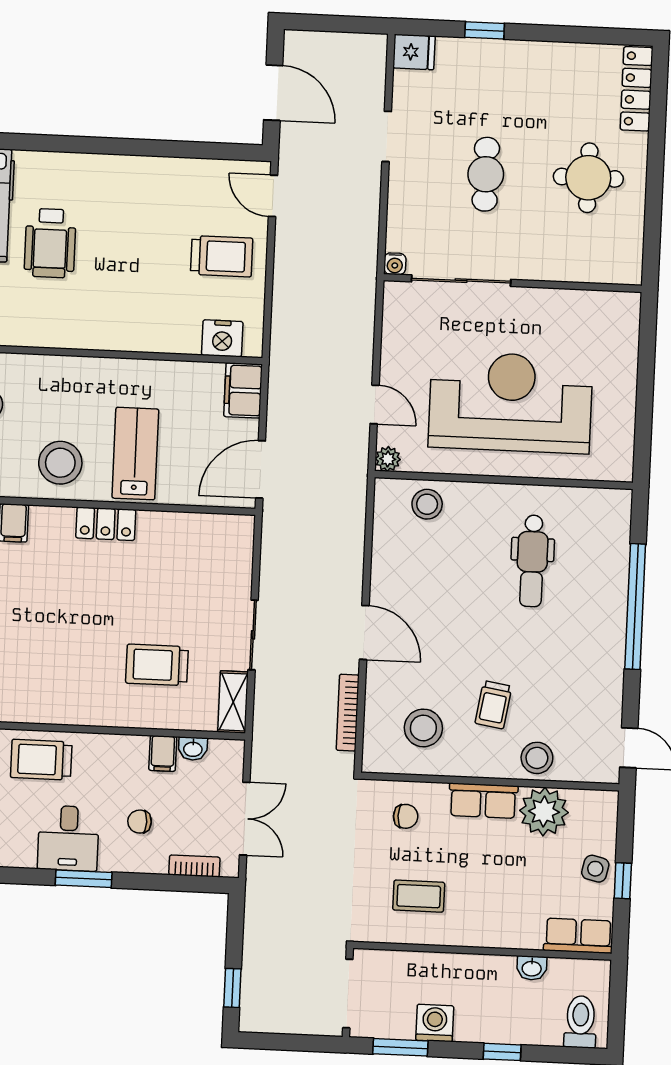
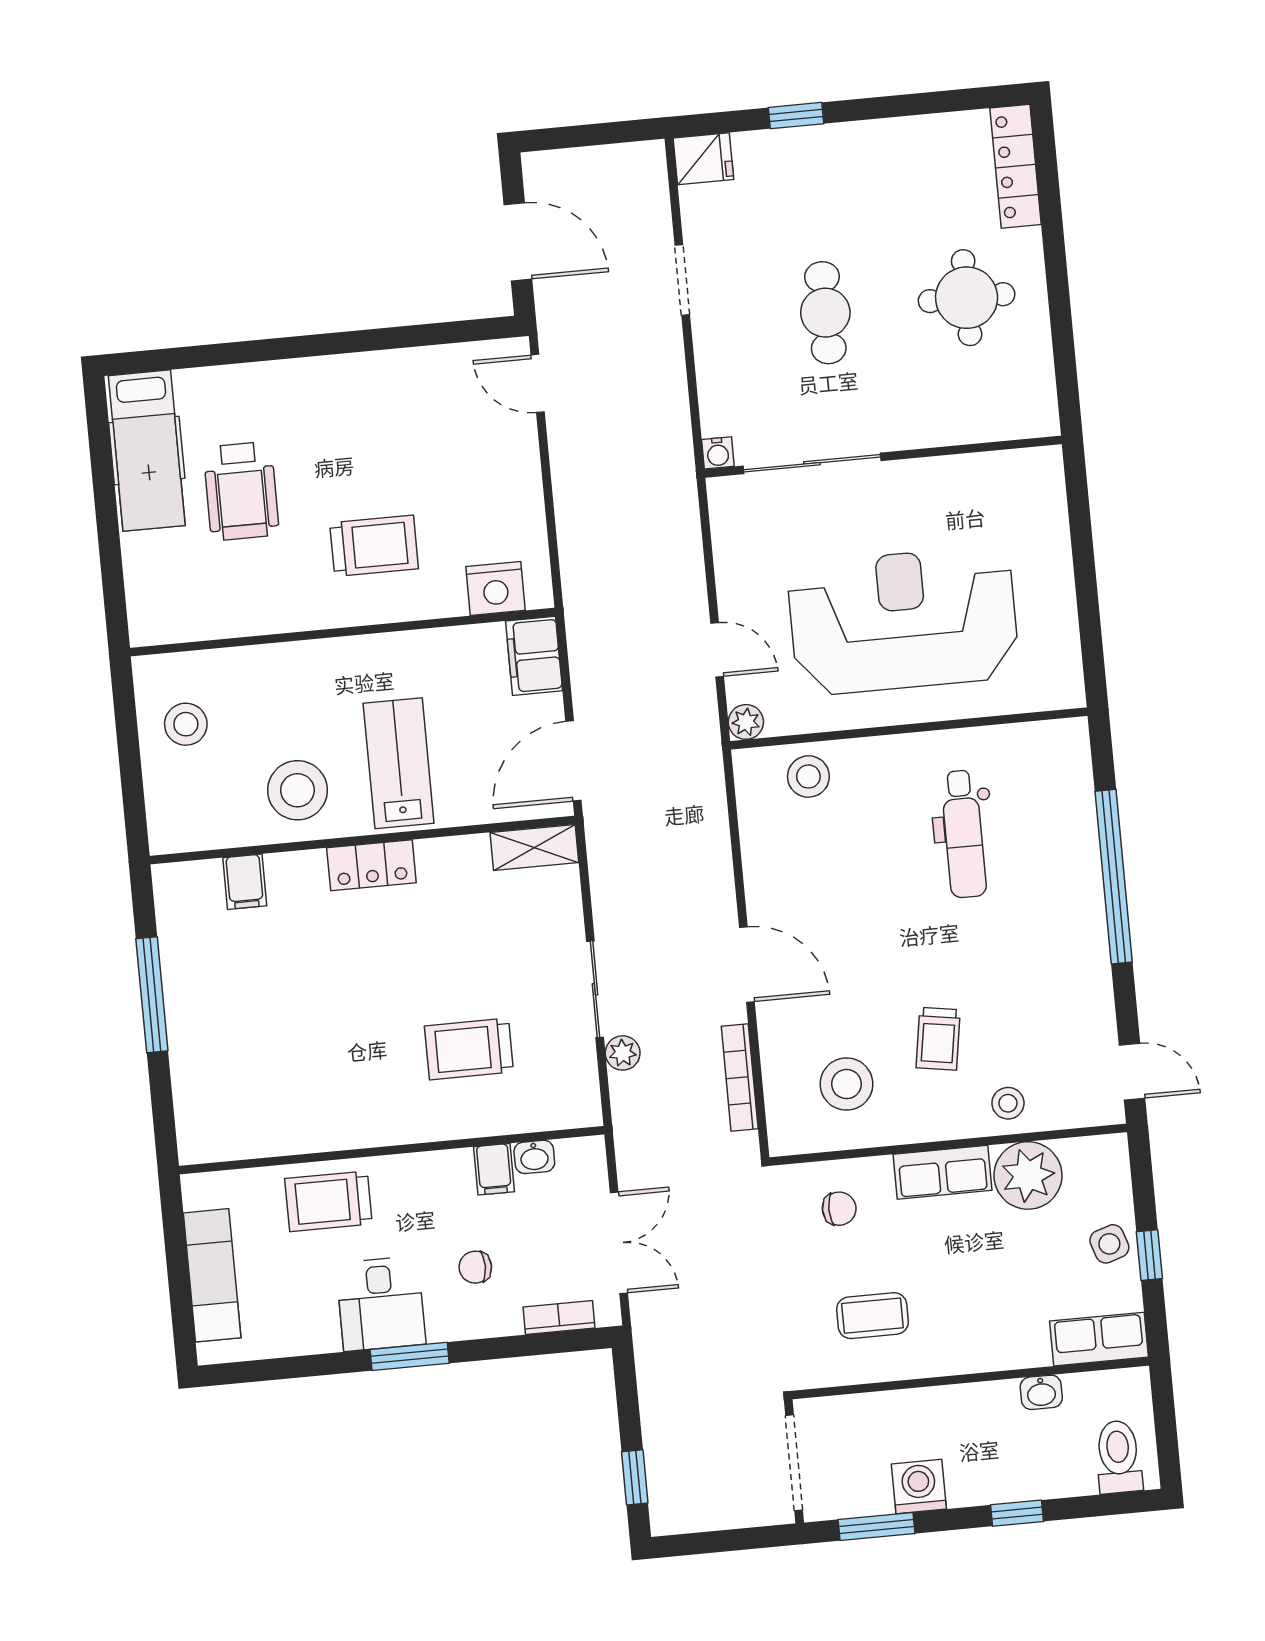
trolley: (222, 256) -> (374, 546), moved
plant: (266, 683) -> (623, 1053), added
shelving: (233, 702) -> (534, 847), moved, turned 90
stool: (537, 758) -> (1008, 1103), width x0.73, depth x0.73
side table: (595, 869) -> (1109, 1244), turned -31

